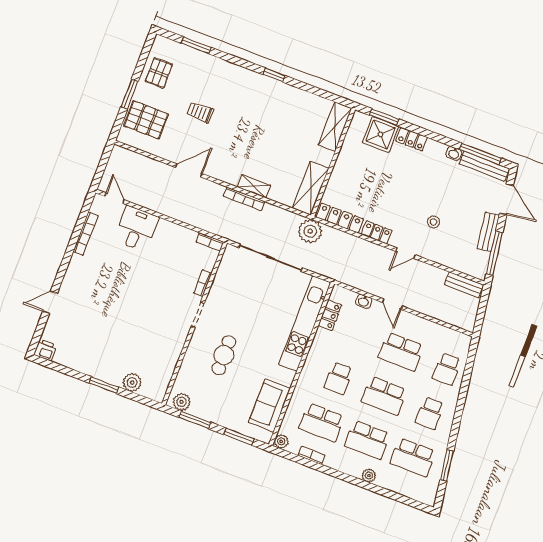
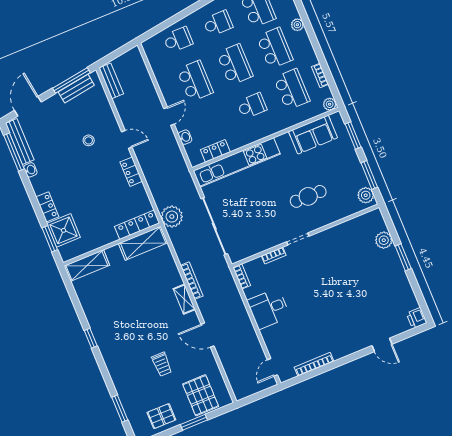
shelving: (254, 186) -> (184, 299), moved
locker: (340, 218) -> (137, 225), moved, turned 90
desk: (136, 229) -> (269, 309), moved
bench: (488, 232) -> (76, 89), moved

